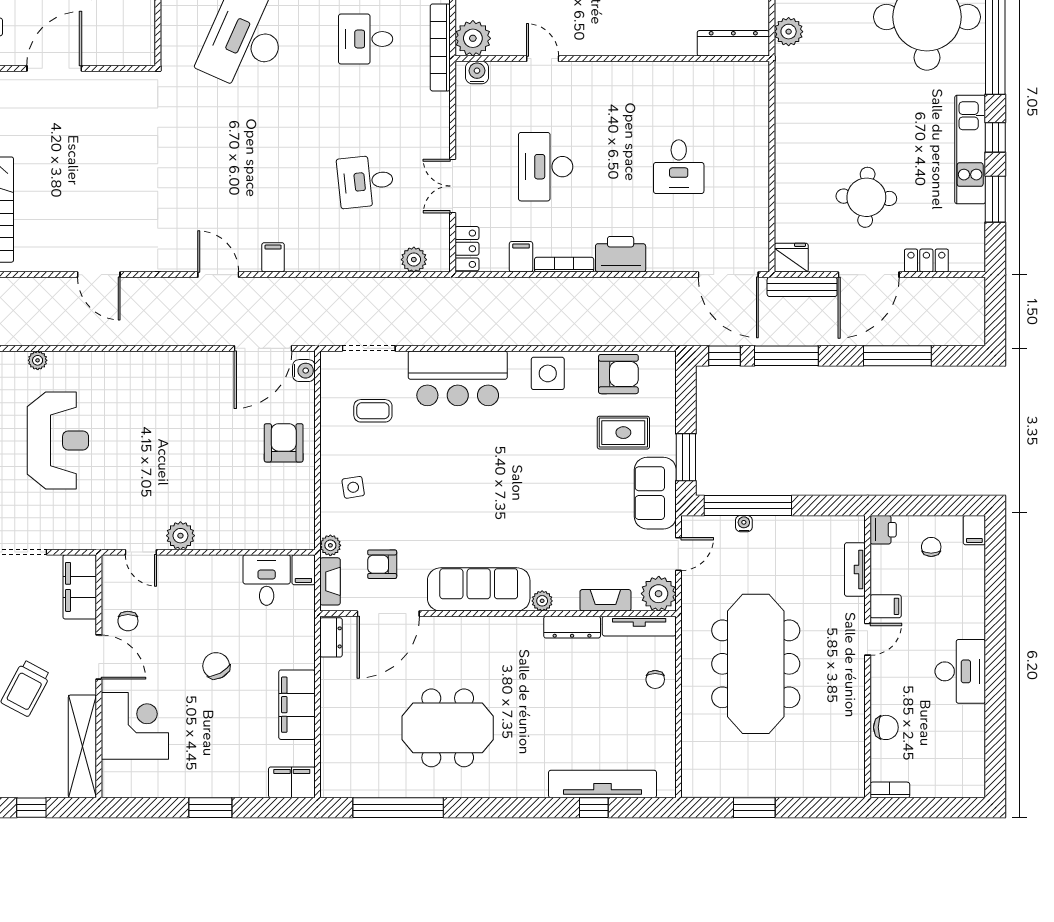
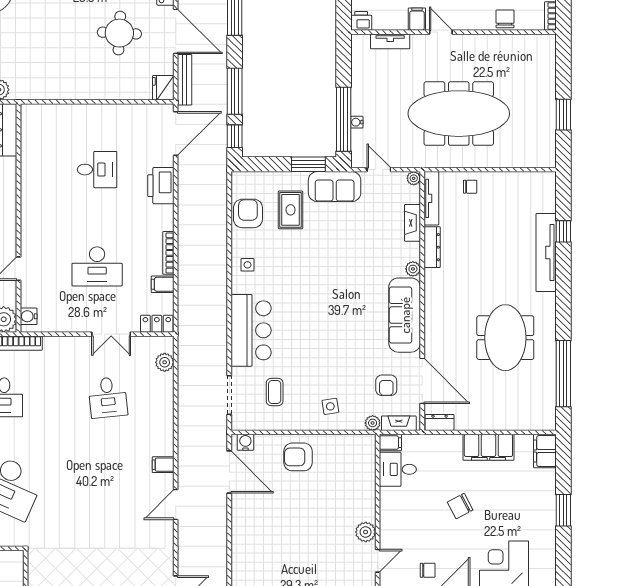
printer: (621, 254) -> (161, 186), moved
side table: (548, 373) -> (247, 265), width x0.54, depth x0.54
plant: (659, 594) -> (414, 178), width x0.53, depth x0.53
tv unit: (602, 784) -> (546, 253), moved

